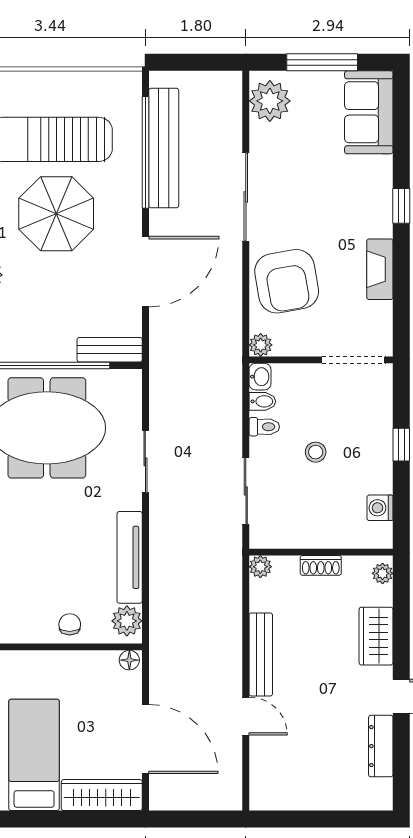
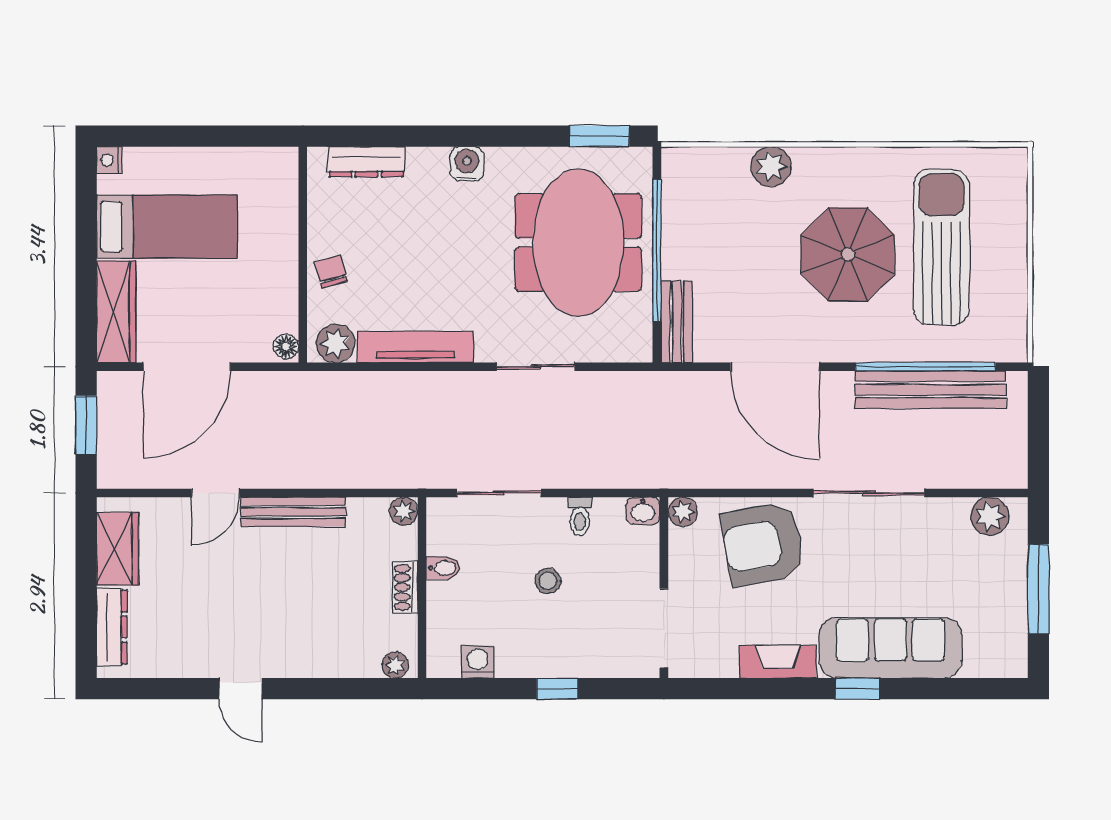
plant: (270, 101) -> (990, 516), width x0.73, depth x0.73
sofa: (369, 112) -> (890, 648), moved, width x1.36
bidet: (262, 401) -> (443, 568), moved, turned -90
chair: (70, 624) -> (331, 271), turned -105
wardrobe: (376, 636) -> (118, 549), moved, turned 90
dresser: (381, 746) -> (112, 627), moved, turned 90
window: (192, 819) -> (86, 425), added

